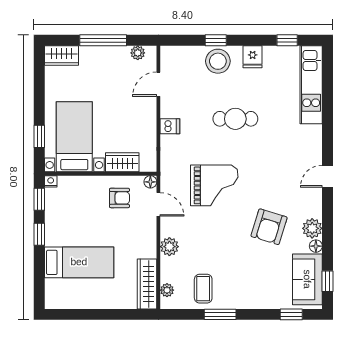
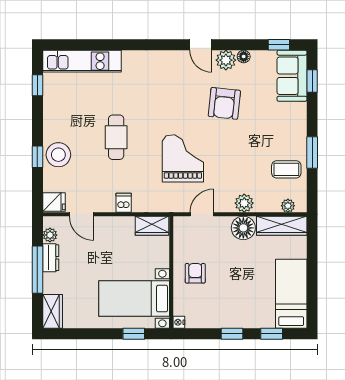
dresser: (115, 54) -> (51, 258), added
fridge: (253, 57) -> (54, 202), moved
wardrobe: (122, 162) -> (152, 226), moved, turned -90
door: (328, 176) -> (201, 45), moved
floor lamp: (150, 182) -> (243, 228), moved, width x1.89, depth x1.89
armchair: (119, 198) -> (195, 273), moved
window: (39, 199) -> (272, 334), moved
armchair: (269, 227) -> (224, 103), turned 79
bed: (79, 262) -> (291, 294), moved
sofa: (307, 279) -> (292, 76), moved, turned 90

